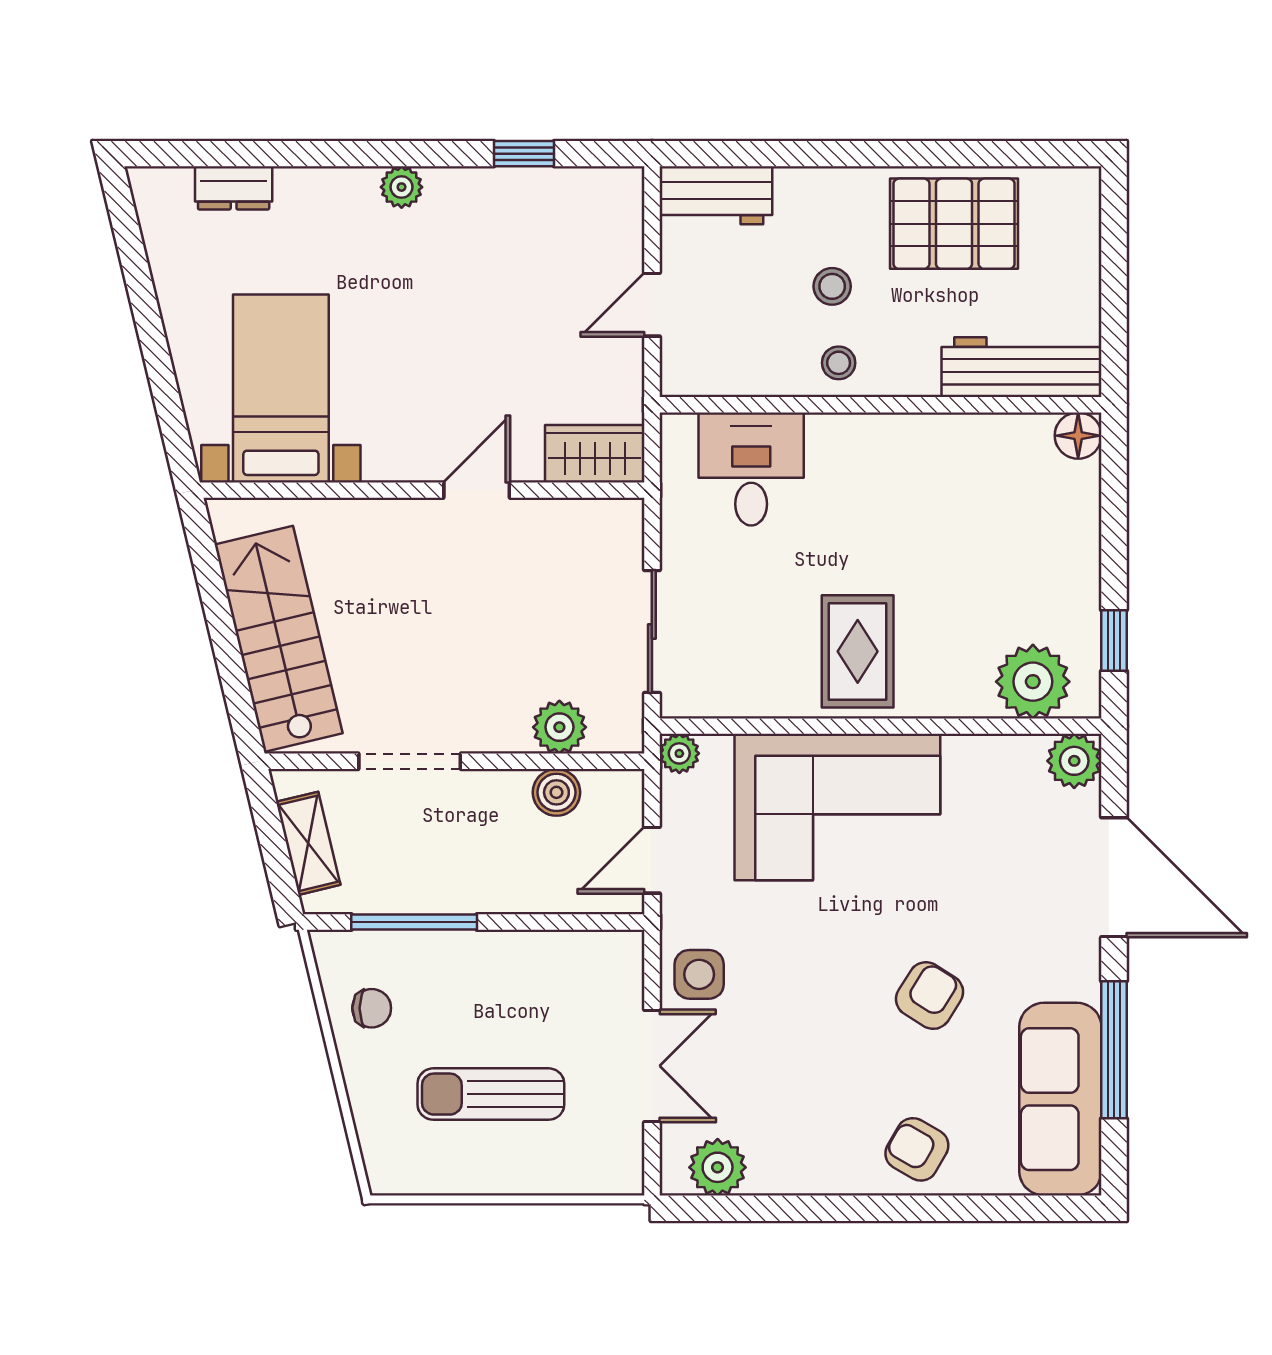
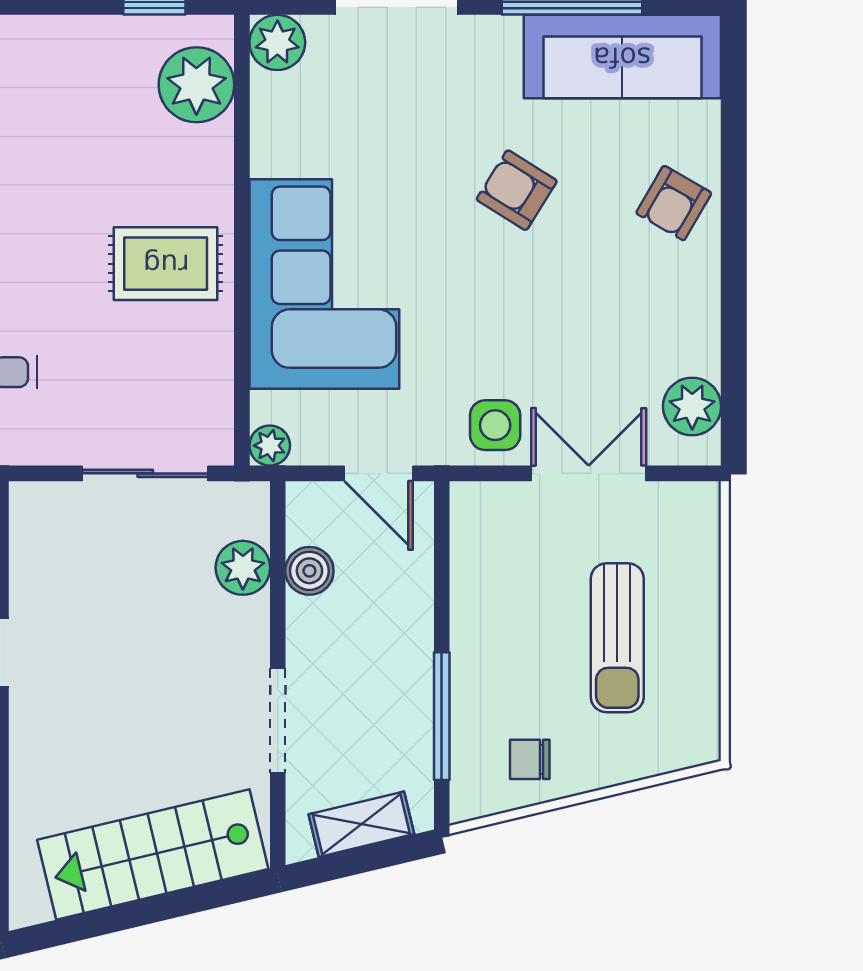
chair: (372, 1008) -> (530, 759), turned -90

